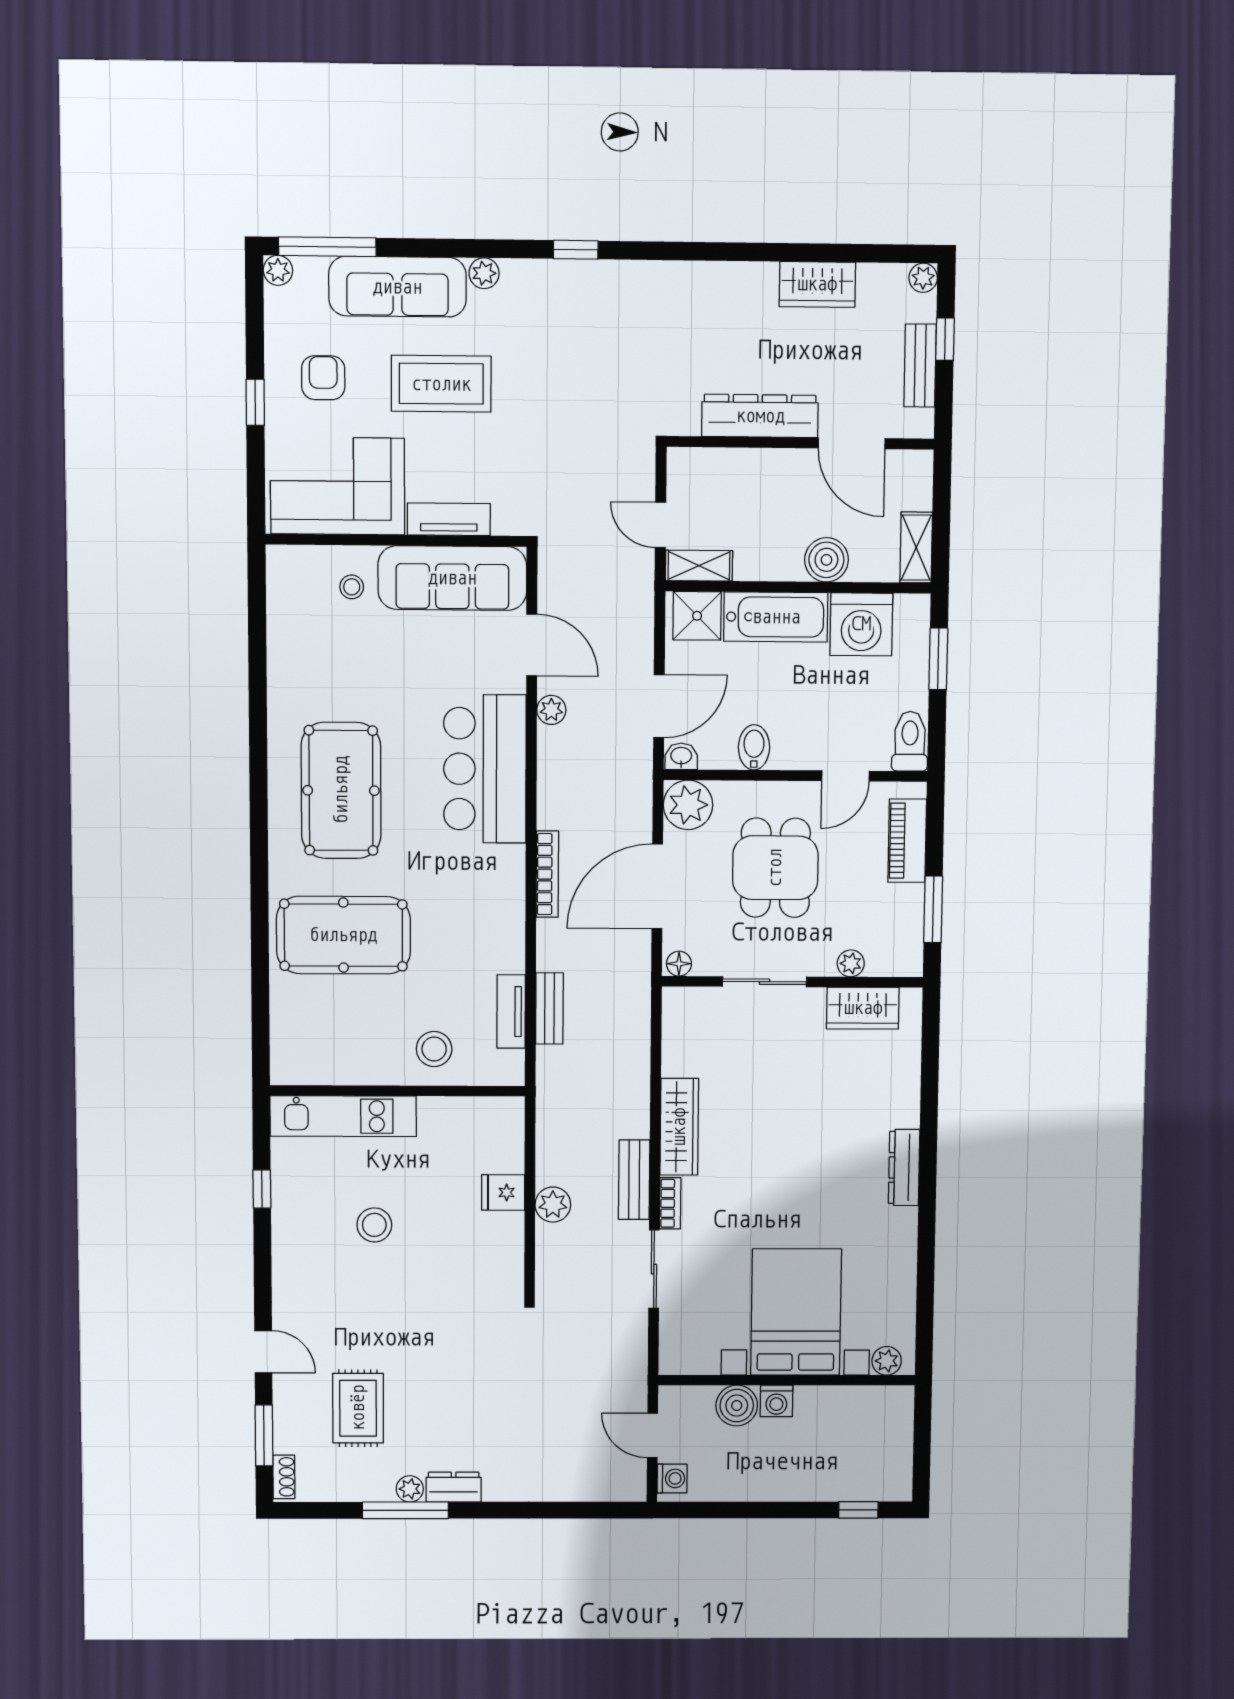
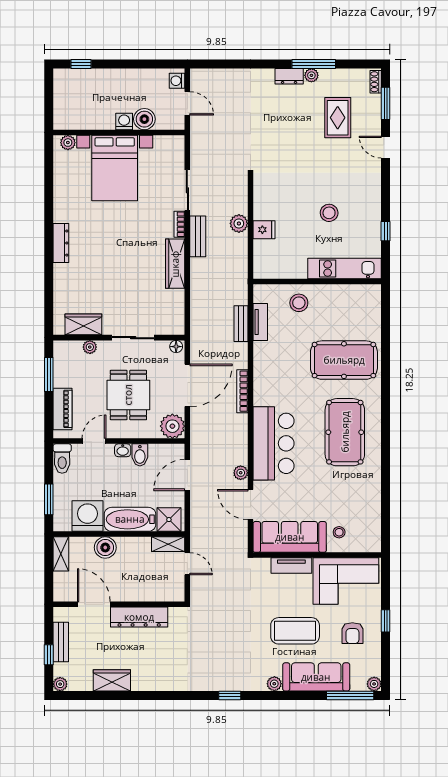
washbasin: (681, 756) -> (123, 450), moved

